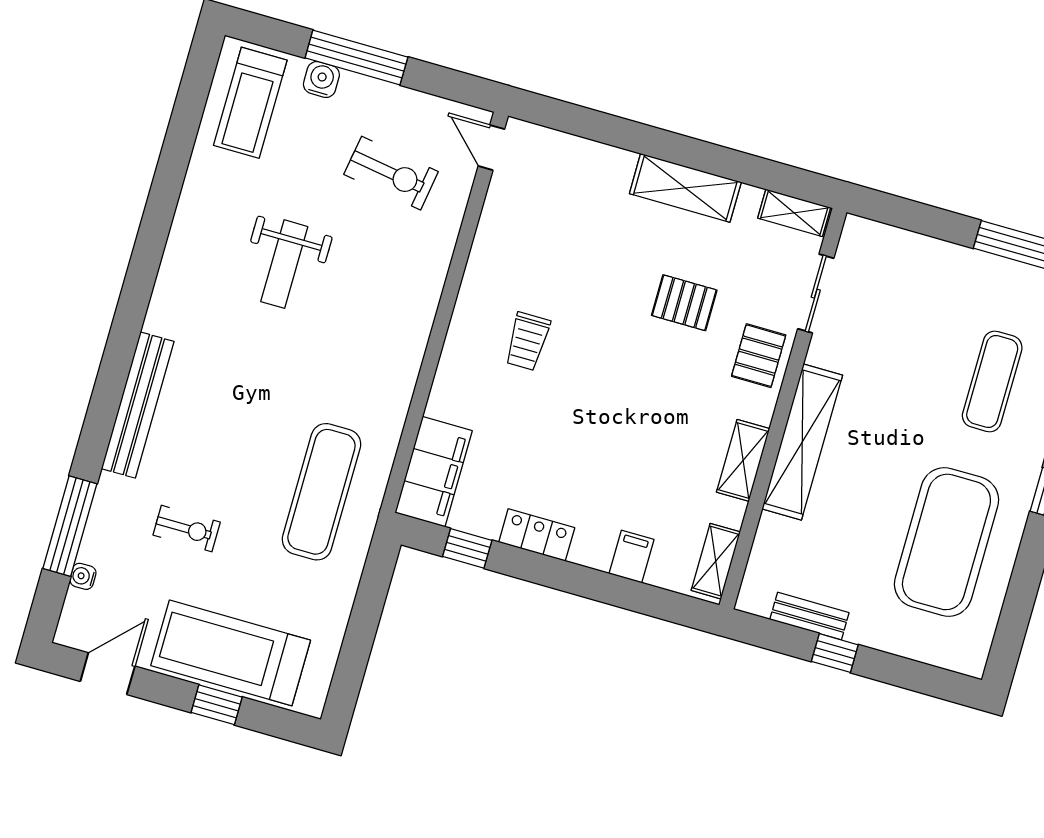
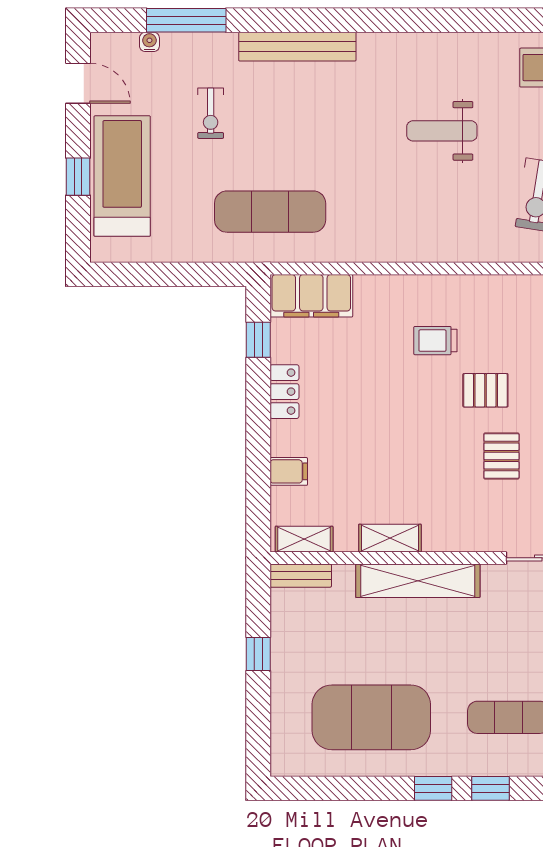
pallet: (759, 356) -> (485, 390), moved
bench: (809, 616) -> (301, 576), moved, turned 90

